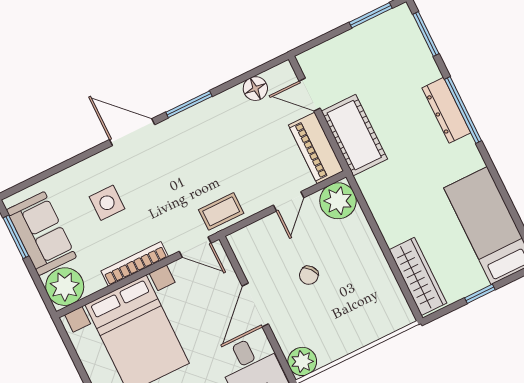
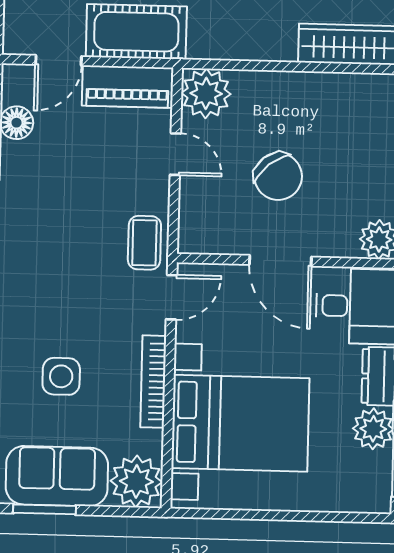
chair: (309, 275) -> (278, 176), width x1.87, depth x1.87

